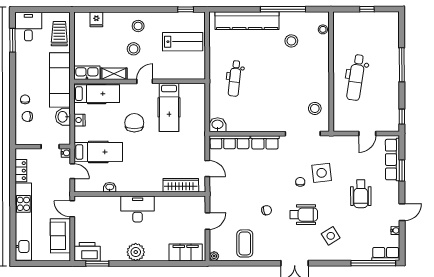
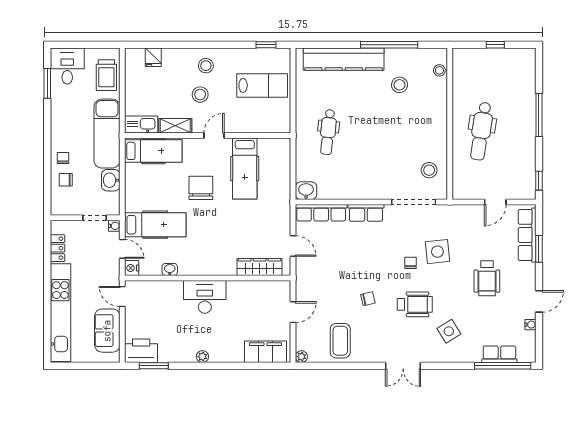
trolley: (59, 34) -> (106, 75), turned 180
nightstand: (79, 120) -> (132, 268), moved
plant: (136, 252) -> (202, 357), width x0.53, depth x0.53
row of seats: (386, 254) -> (499, 354), moved

